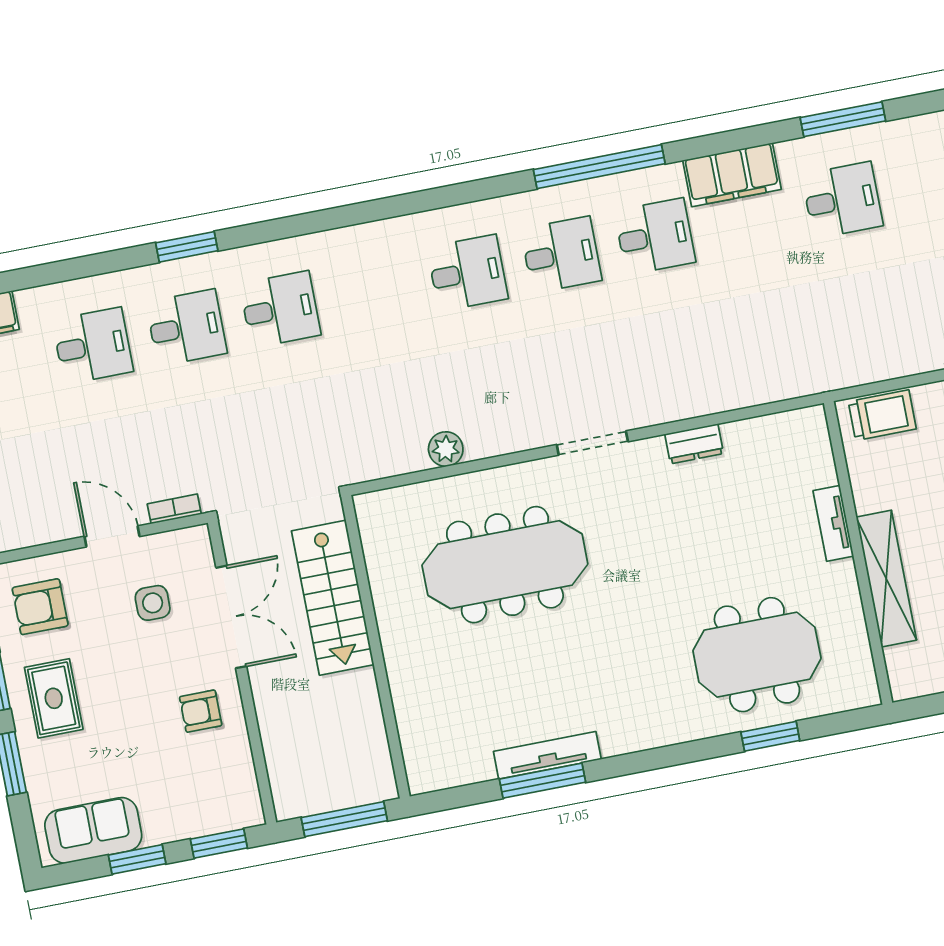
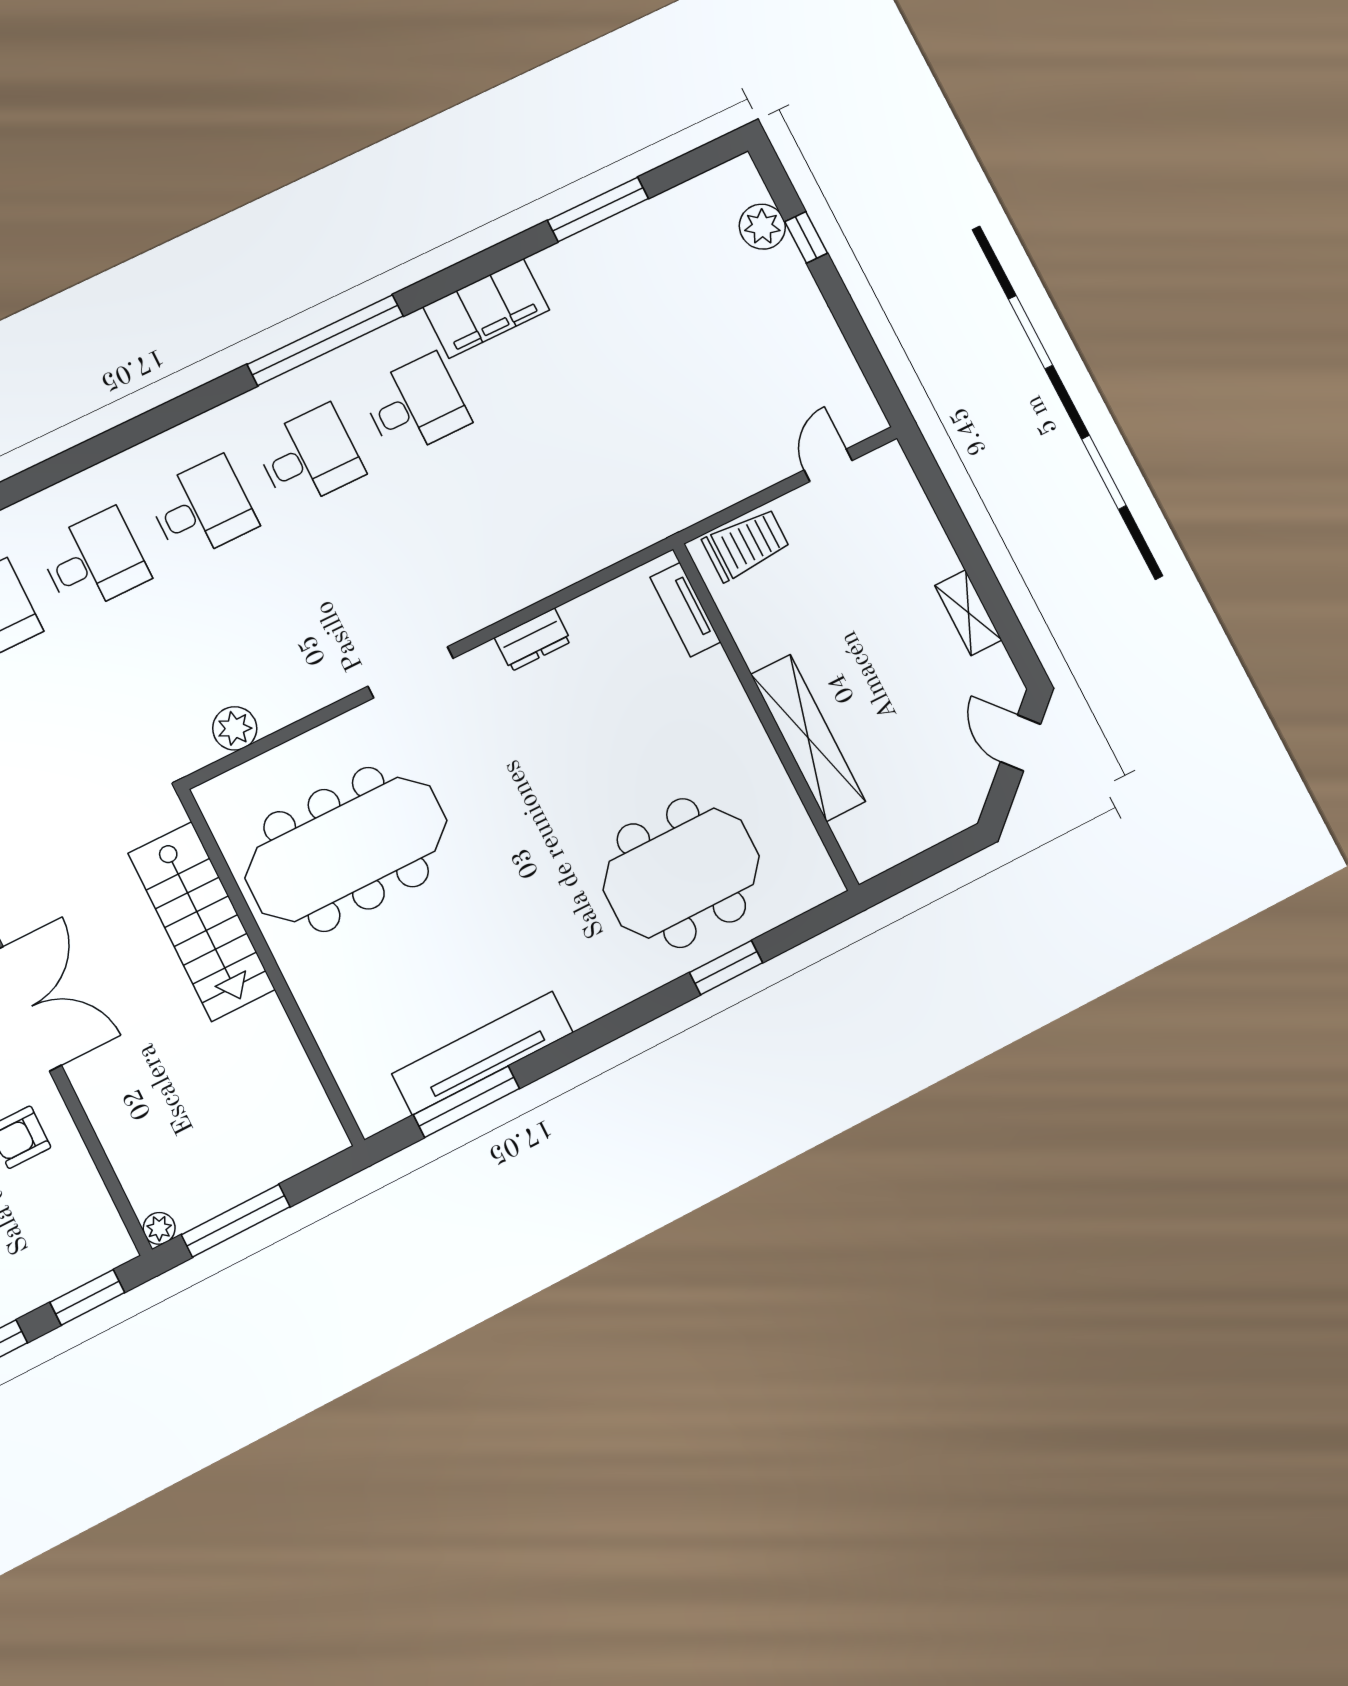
desk: (842, 200) -> (94, 561), moved
tv unit: (833, 523) -> (685, 610), moved
stairs: (333, 598) -> (202, 921), moved
wall: (375, 647) -> (271, 967), moved
tv unit: (547, 755) -> (483, 1053), width x1.36, depth x1.29
plant: (286, 808) -> (159, 1228), added

